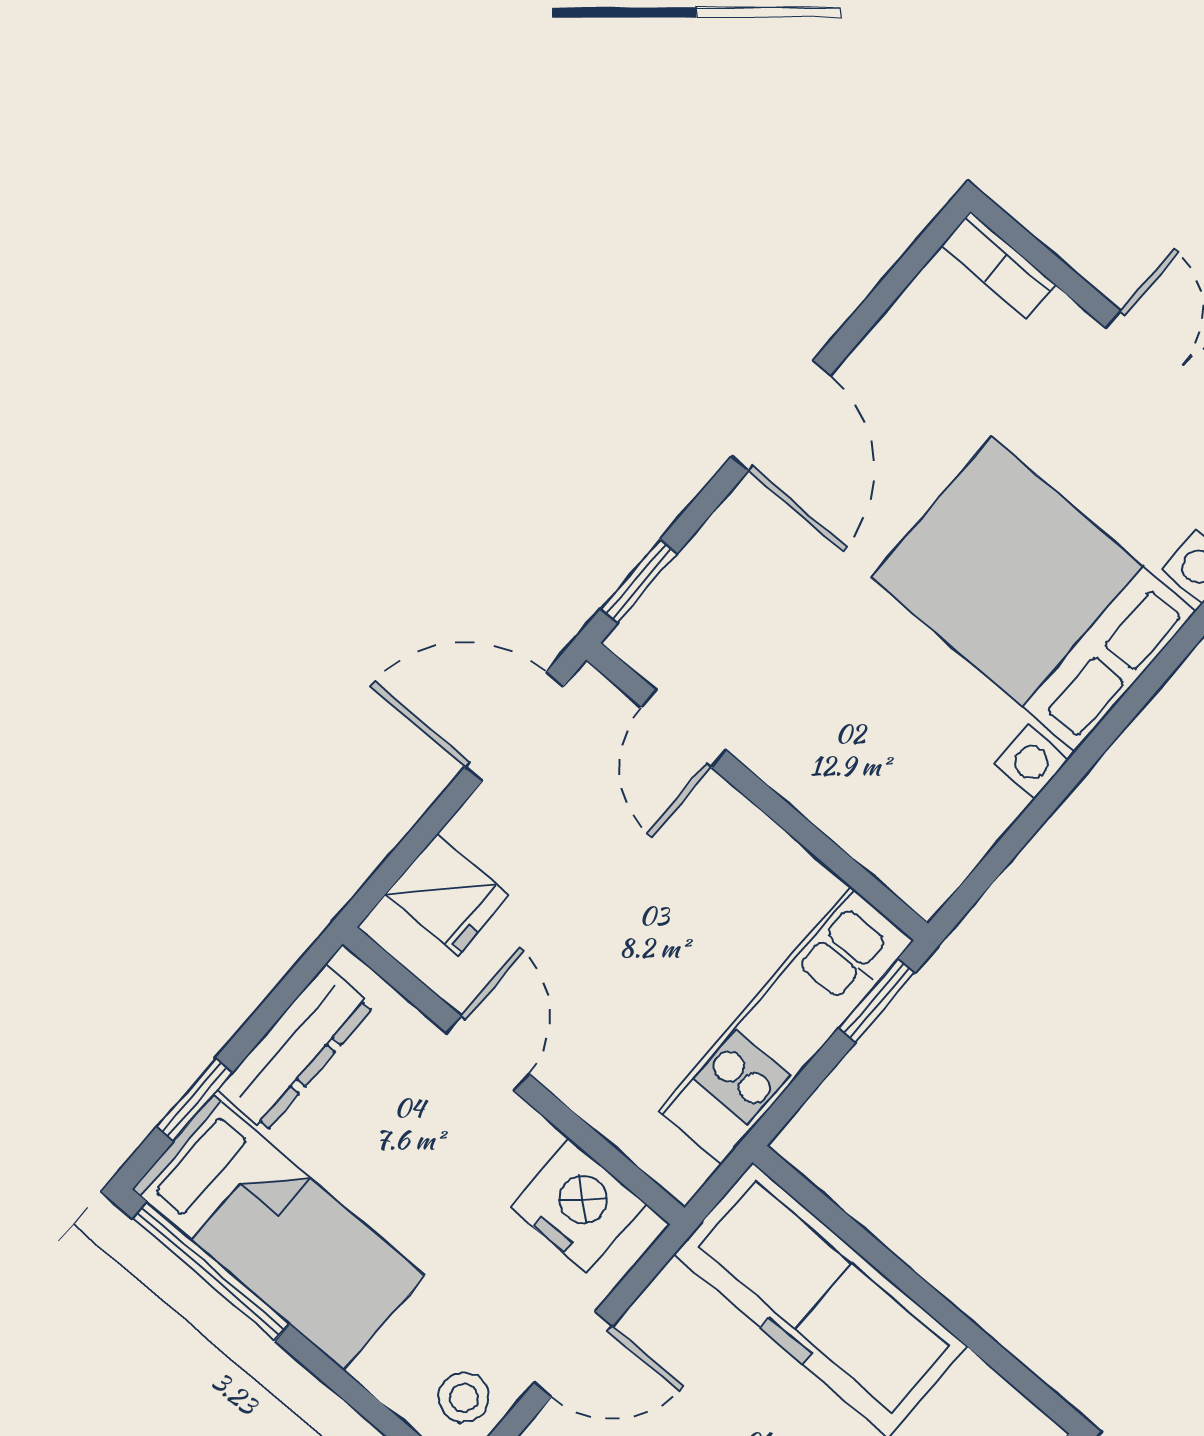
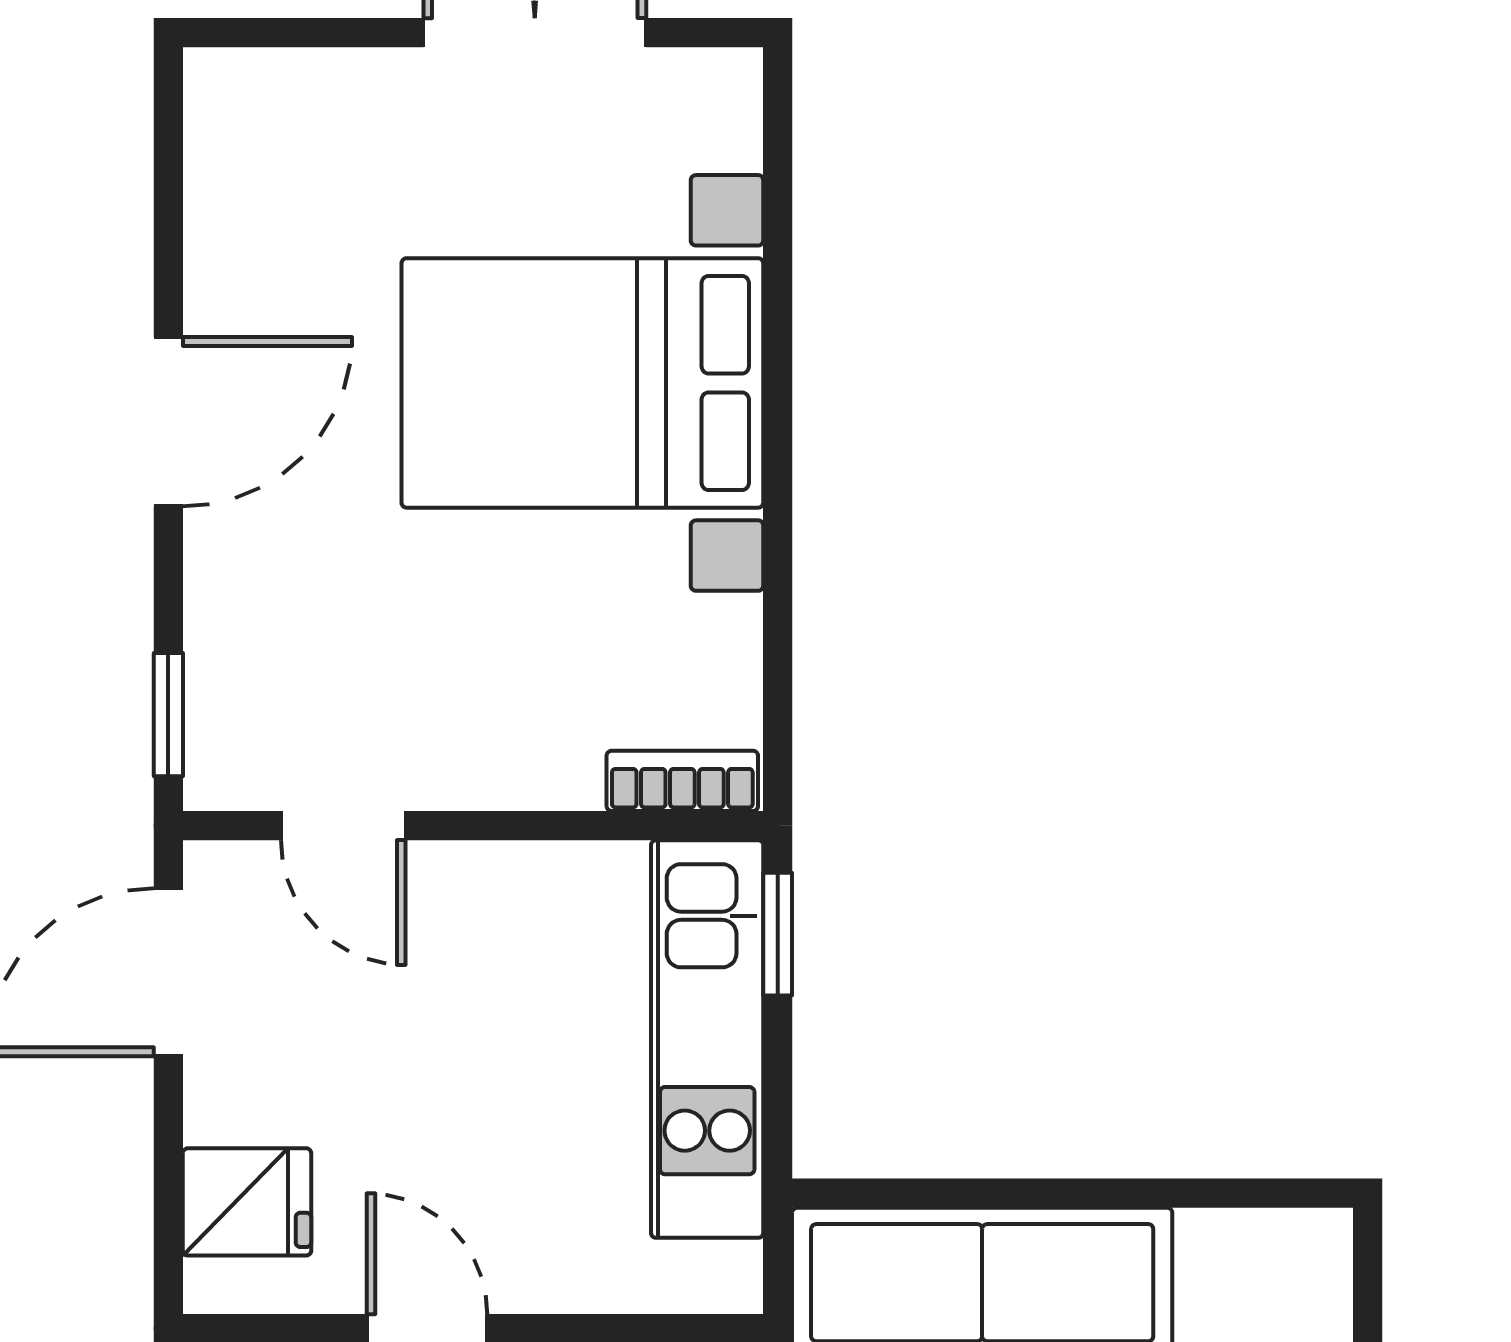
bookcase: (998, 265) -> (682, 781), moved, turned 180
door: (781, 416) -> (168, 422), hinge flipped

